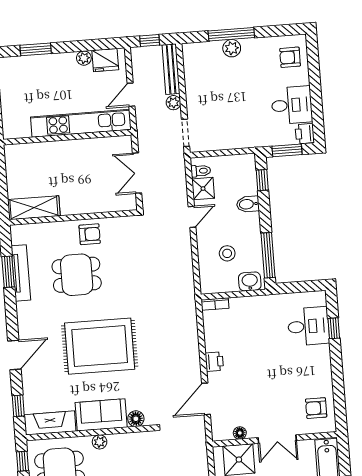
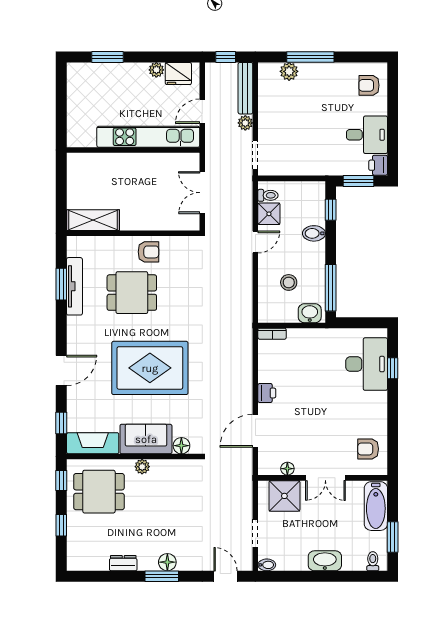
plant: (232, 48) -> (289, 71), moved
desk: (308, 326) -> (367, 364), width x1.37

